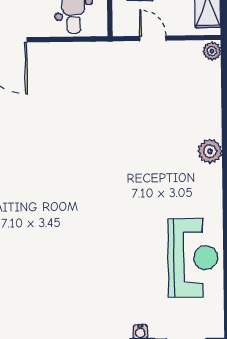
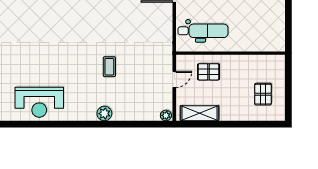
coffee table: (134, 144) -> (109, 67), added

